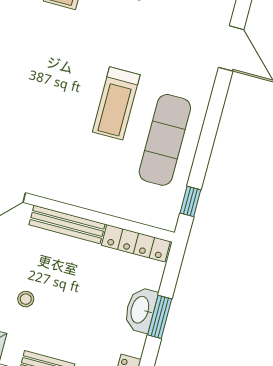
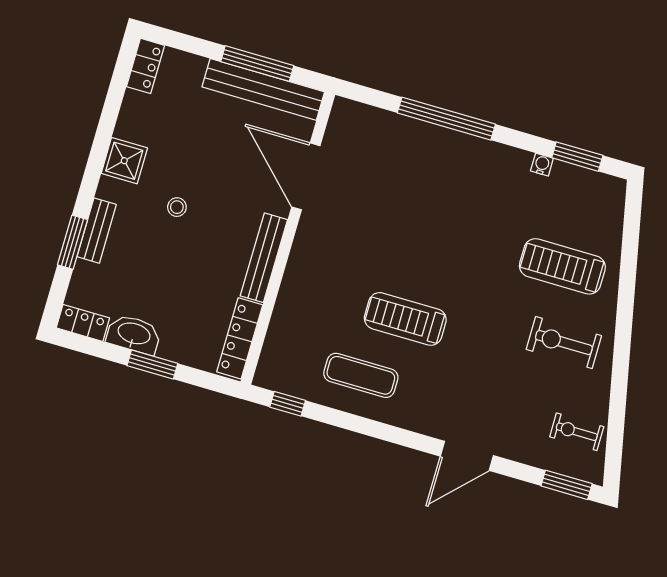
exercise mat: (165, 140) -> (361, 375), width x0.73, depth x0.69
washbasin: (141, 310) -> (134, 334), moved

